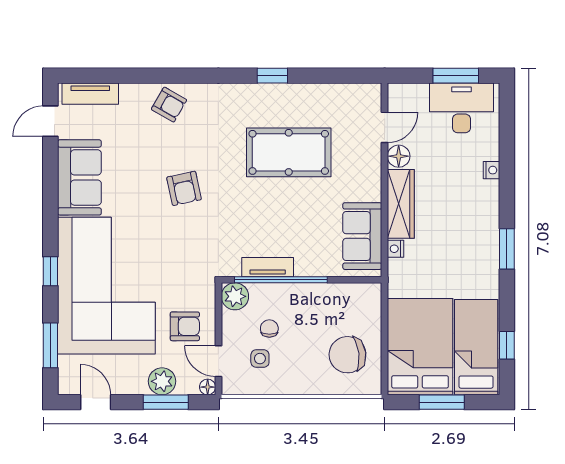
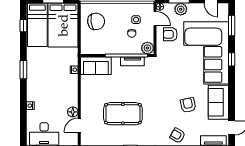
armchair: (184, 188) -> (188, 105), moved
wardrobe: (401, 204) -> (72, 90), removed
sofa: (362, 236) -> (96, 66), moved, turned 90

